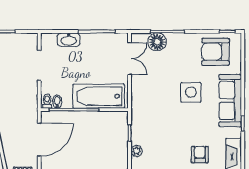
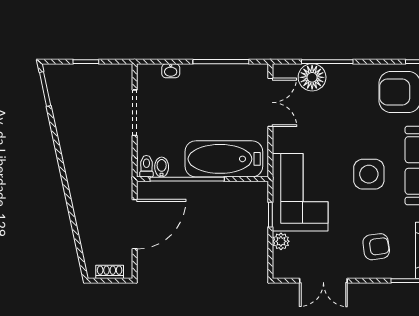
washbasin: (69, 40) -> (171, 71), width x0.52, depth x0.69
side table: (191, 92) -> (369, 174), moved
corner sofa: (149, 118) -> (300, 192), added
armchair: (200, 155) -> (376, 247), turned 82

